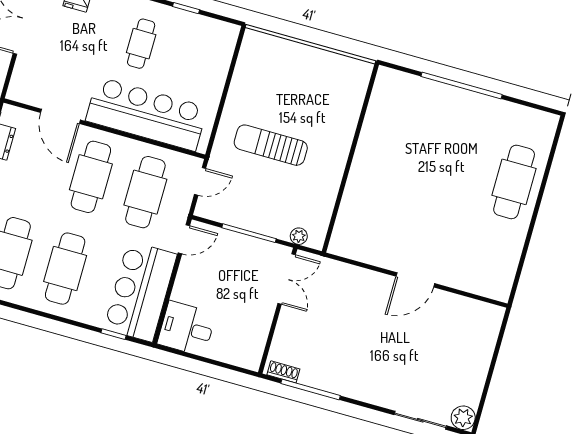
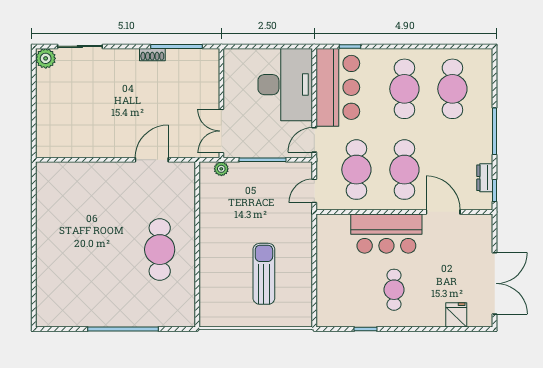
bar counter: (146, 114) -> (386, 234), width x0.73
sun lounger: (271, 145) -> (264, 274), moved, turned -90
cafe table: (514, 182) -> (160, 250), moved
door: (415, 280) -> (152, 160), moved
desk: (187, 329) -> (285, 85), width x1.87, depth x1.30
shoe rack: (283, 372) -> (152, 55), moved

